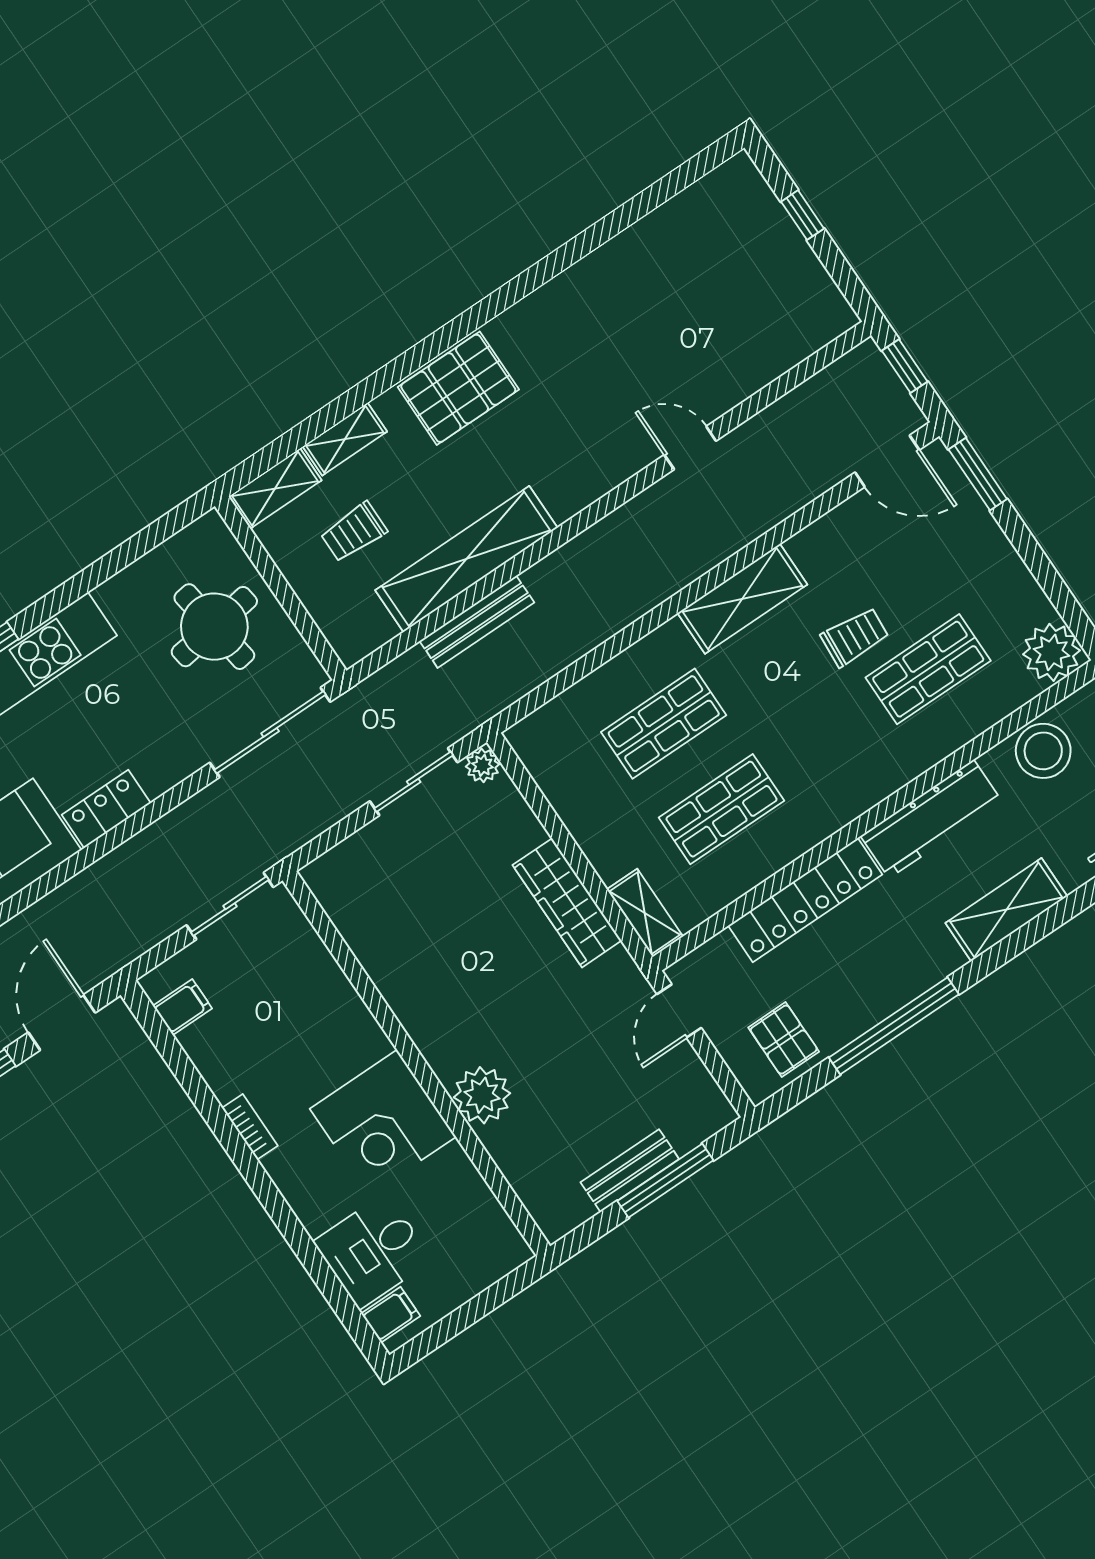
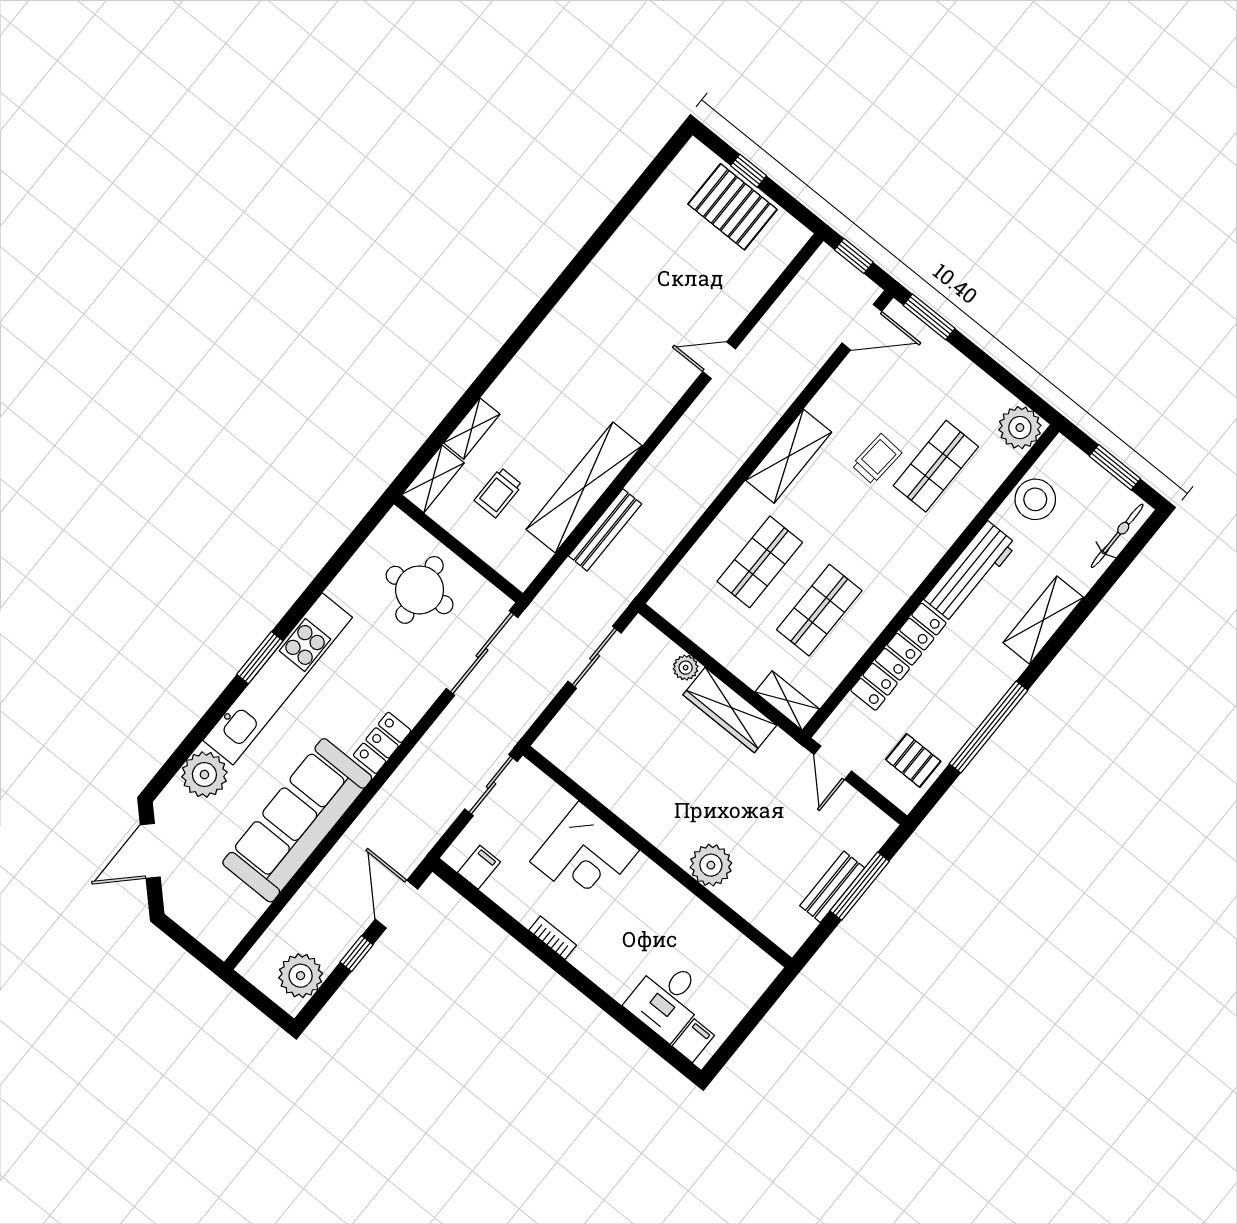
pallet: (458, 388) -> (732, 207), moved, turned 90
plant: (482, 765) -> (686, 668), moved
corner desk: (383, 1123) -> (585, 856), moved

